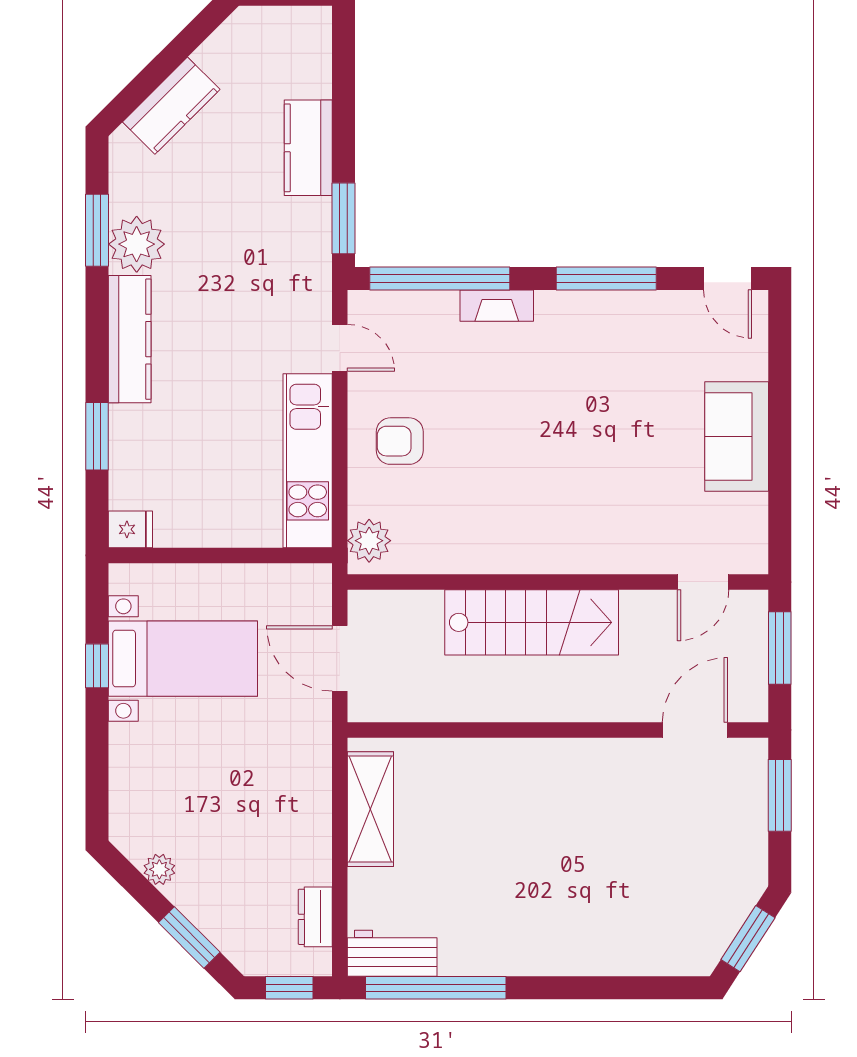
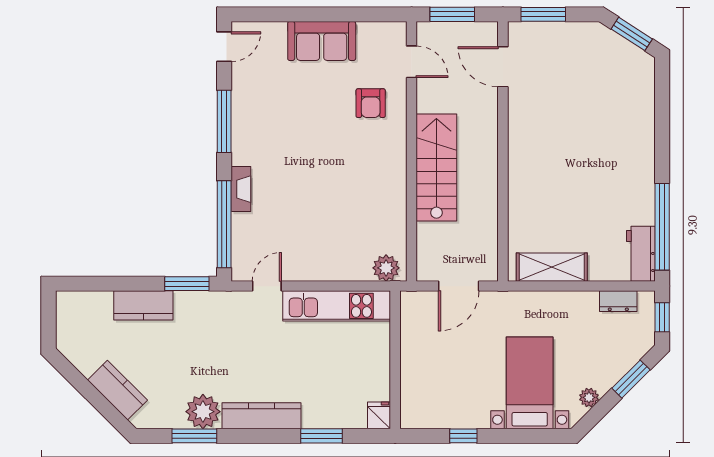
armchair: (400, 441) -> (371, 103), moved
bed with nightstands: (183, 659) -> (530, 383), moved

